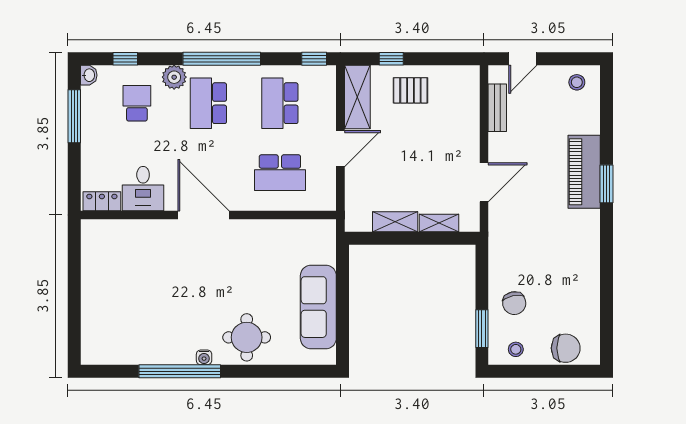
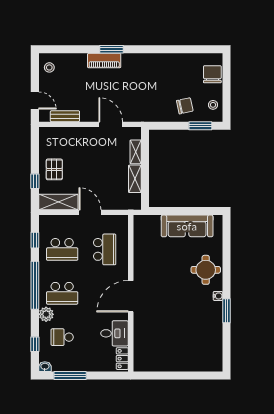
window: (314, 59) -> (35, 240), moved
piano: (584, 172) -> (104, 61), width x0.73, depth x0.75
window: (180, 371) -> (226, 311), width x0.47

